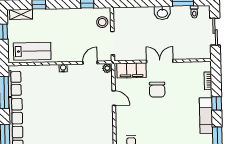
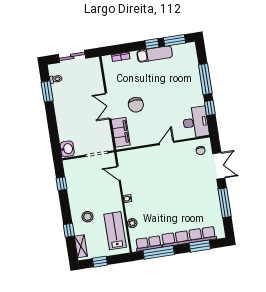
washbasin: (162, 13) -> (67, 149), moved
stool: (102, 22) -> (87, 217), moved
plant: (107, 68) -> (132, 223), moved
chair: (157, 90) -> (136, 105), turned 90
door: (114, 98) -> (167, 143), moved
window: (217, 103) -> (152, 44), moved

